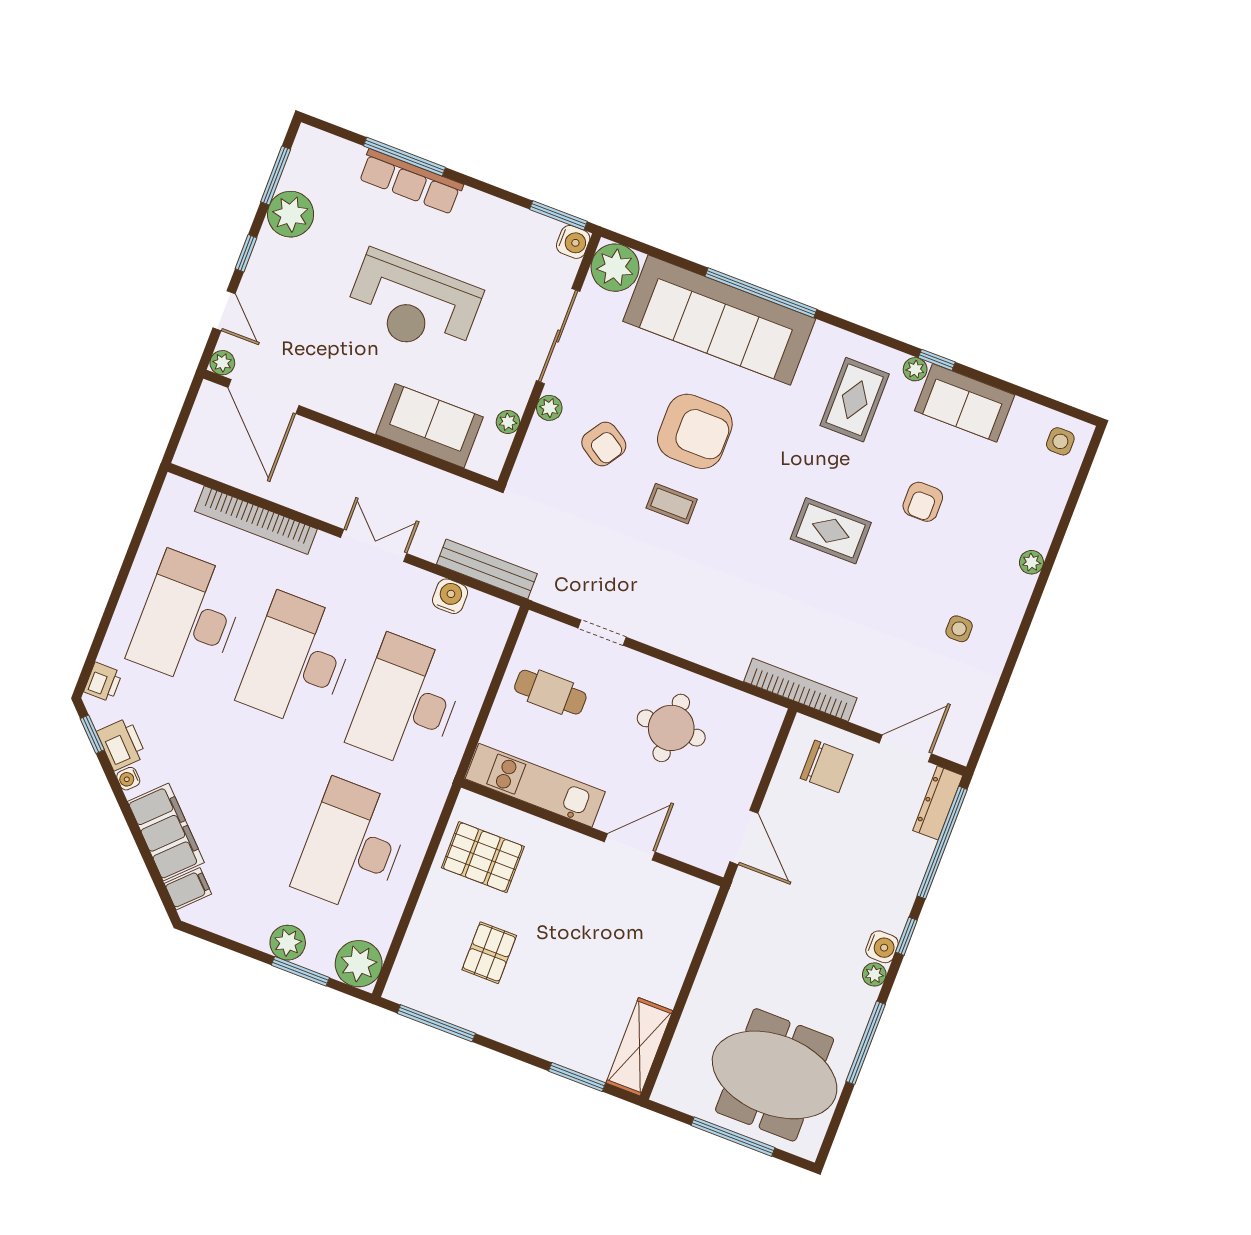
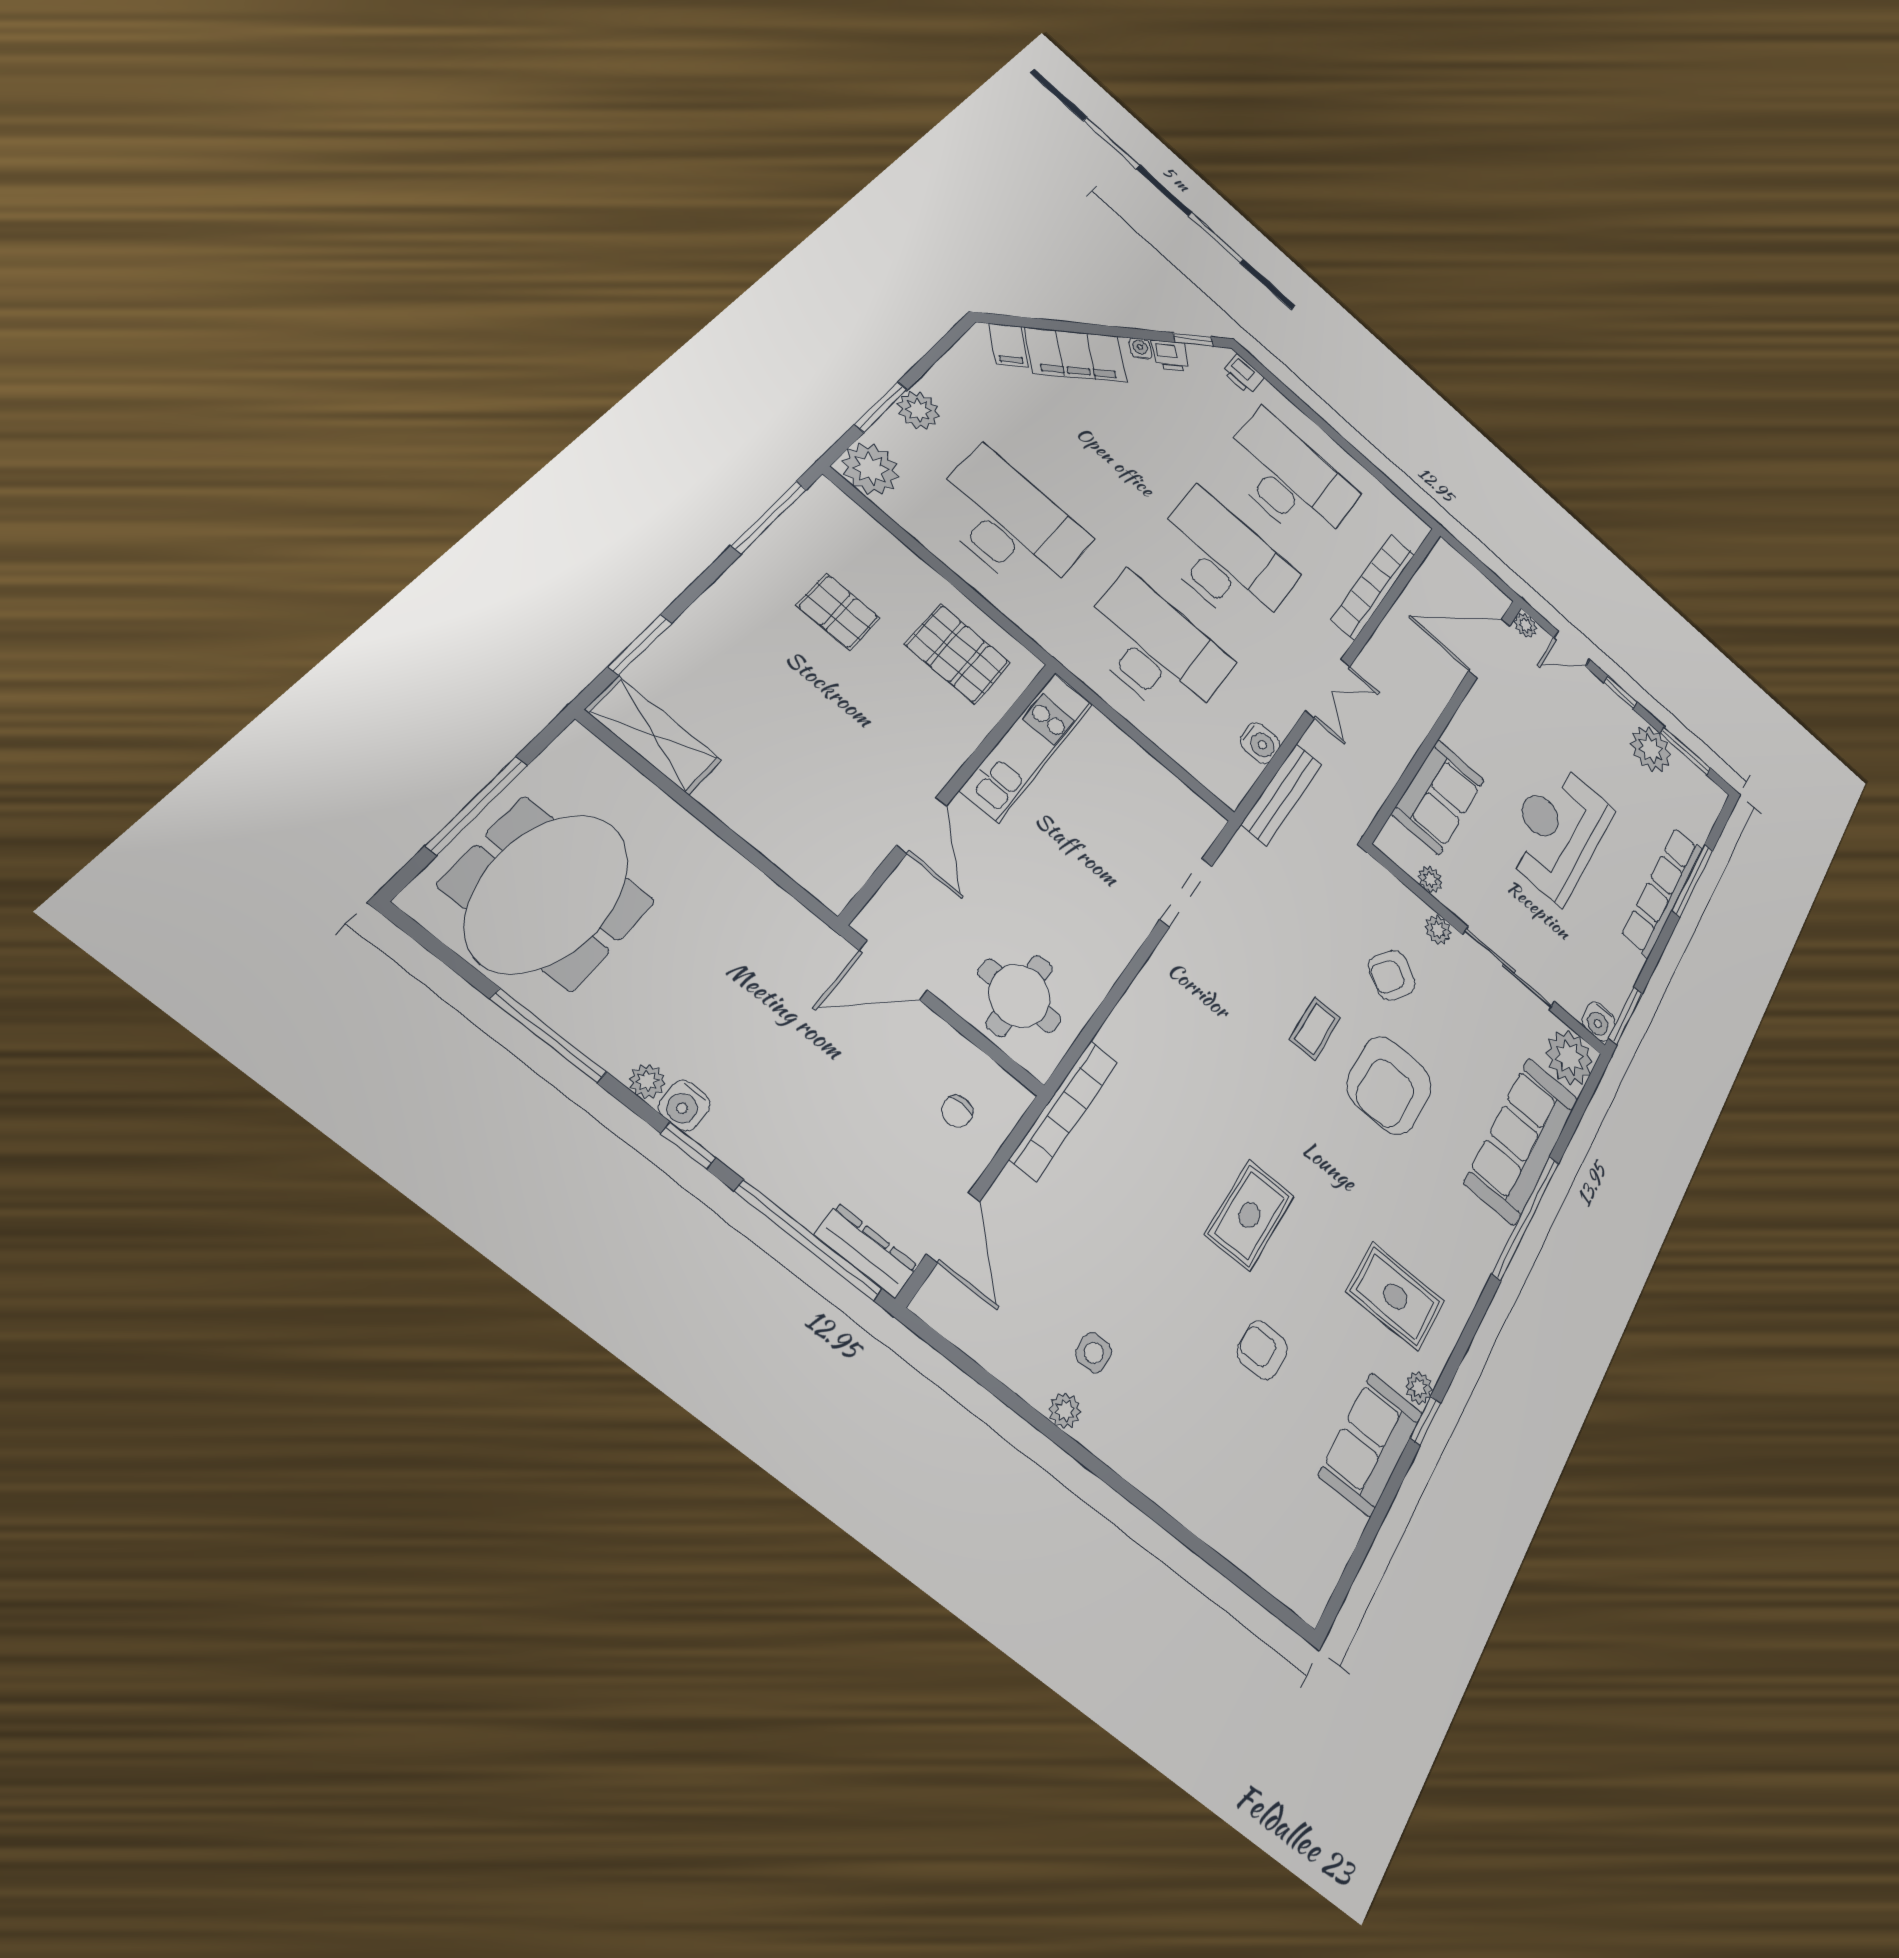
row of seats: (411, 182) -> (1662, 891), width x1.36
sofa: (719, 320) -> (1522, 1140), width x0.74, depth x0.79
side table: (1060, 441) -> (1304, 1570), removed
plant: (1031, 562) -> (1065, 1411), moved
doorway: (602, 633) -> (1186, 893), width x1.38
cafe table: (550, 692) -> (1131, 807), removed
round table: (671, 728) -> (1019, 996), moved
printer: (121, 744) -> (1171, 356), width x0.73, depth x0.81
chair: (827, 766) -> (957, 1111), width x0.54, depth x0.54
pallet: (483, 857) -> (957, 654), turned 90

